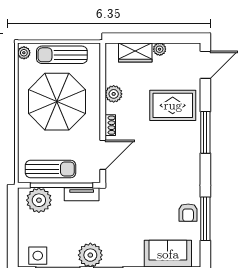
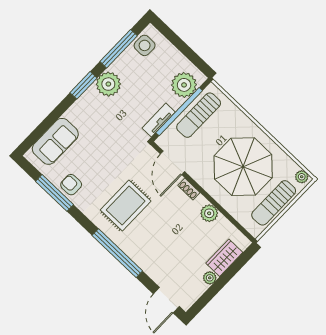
sun lounger: (62, 55) -> (274, 203), turned 180
rug: (173, 105) -> (126, 206), moved
window: (205, 132) -> (117, 253), width x1.46

